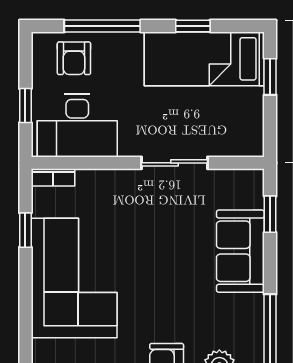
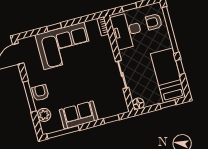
window: (102, 26) -> (170, 30), width x1.46
floor lamp: (251, 144) -> (138, 104), added
window: (25, 230) -> (54, 27), moved
sofa: (240, 251) -> (79, 115), moved

